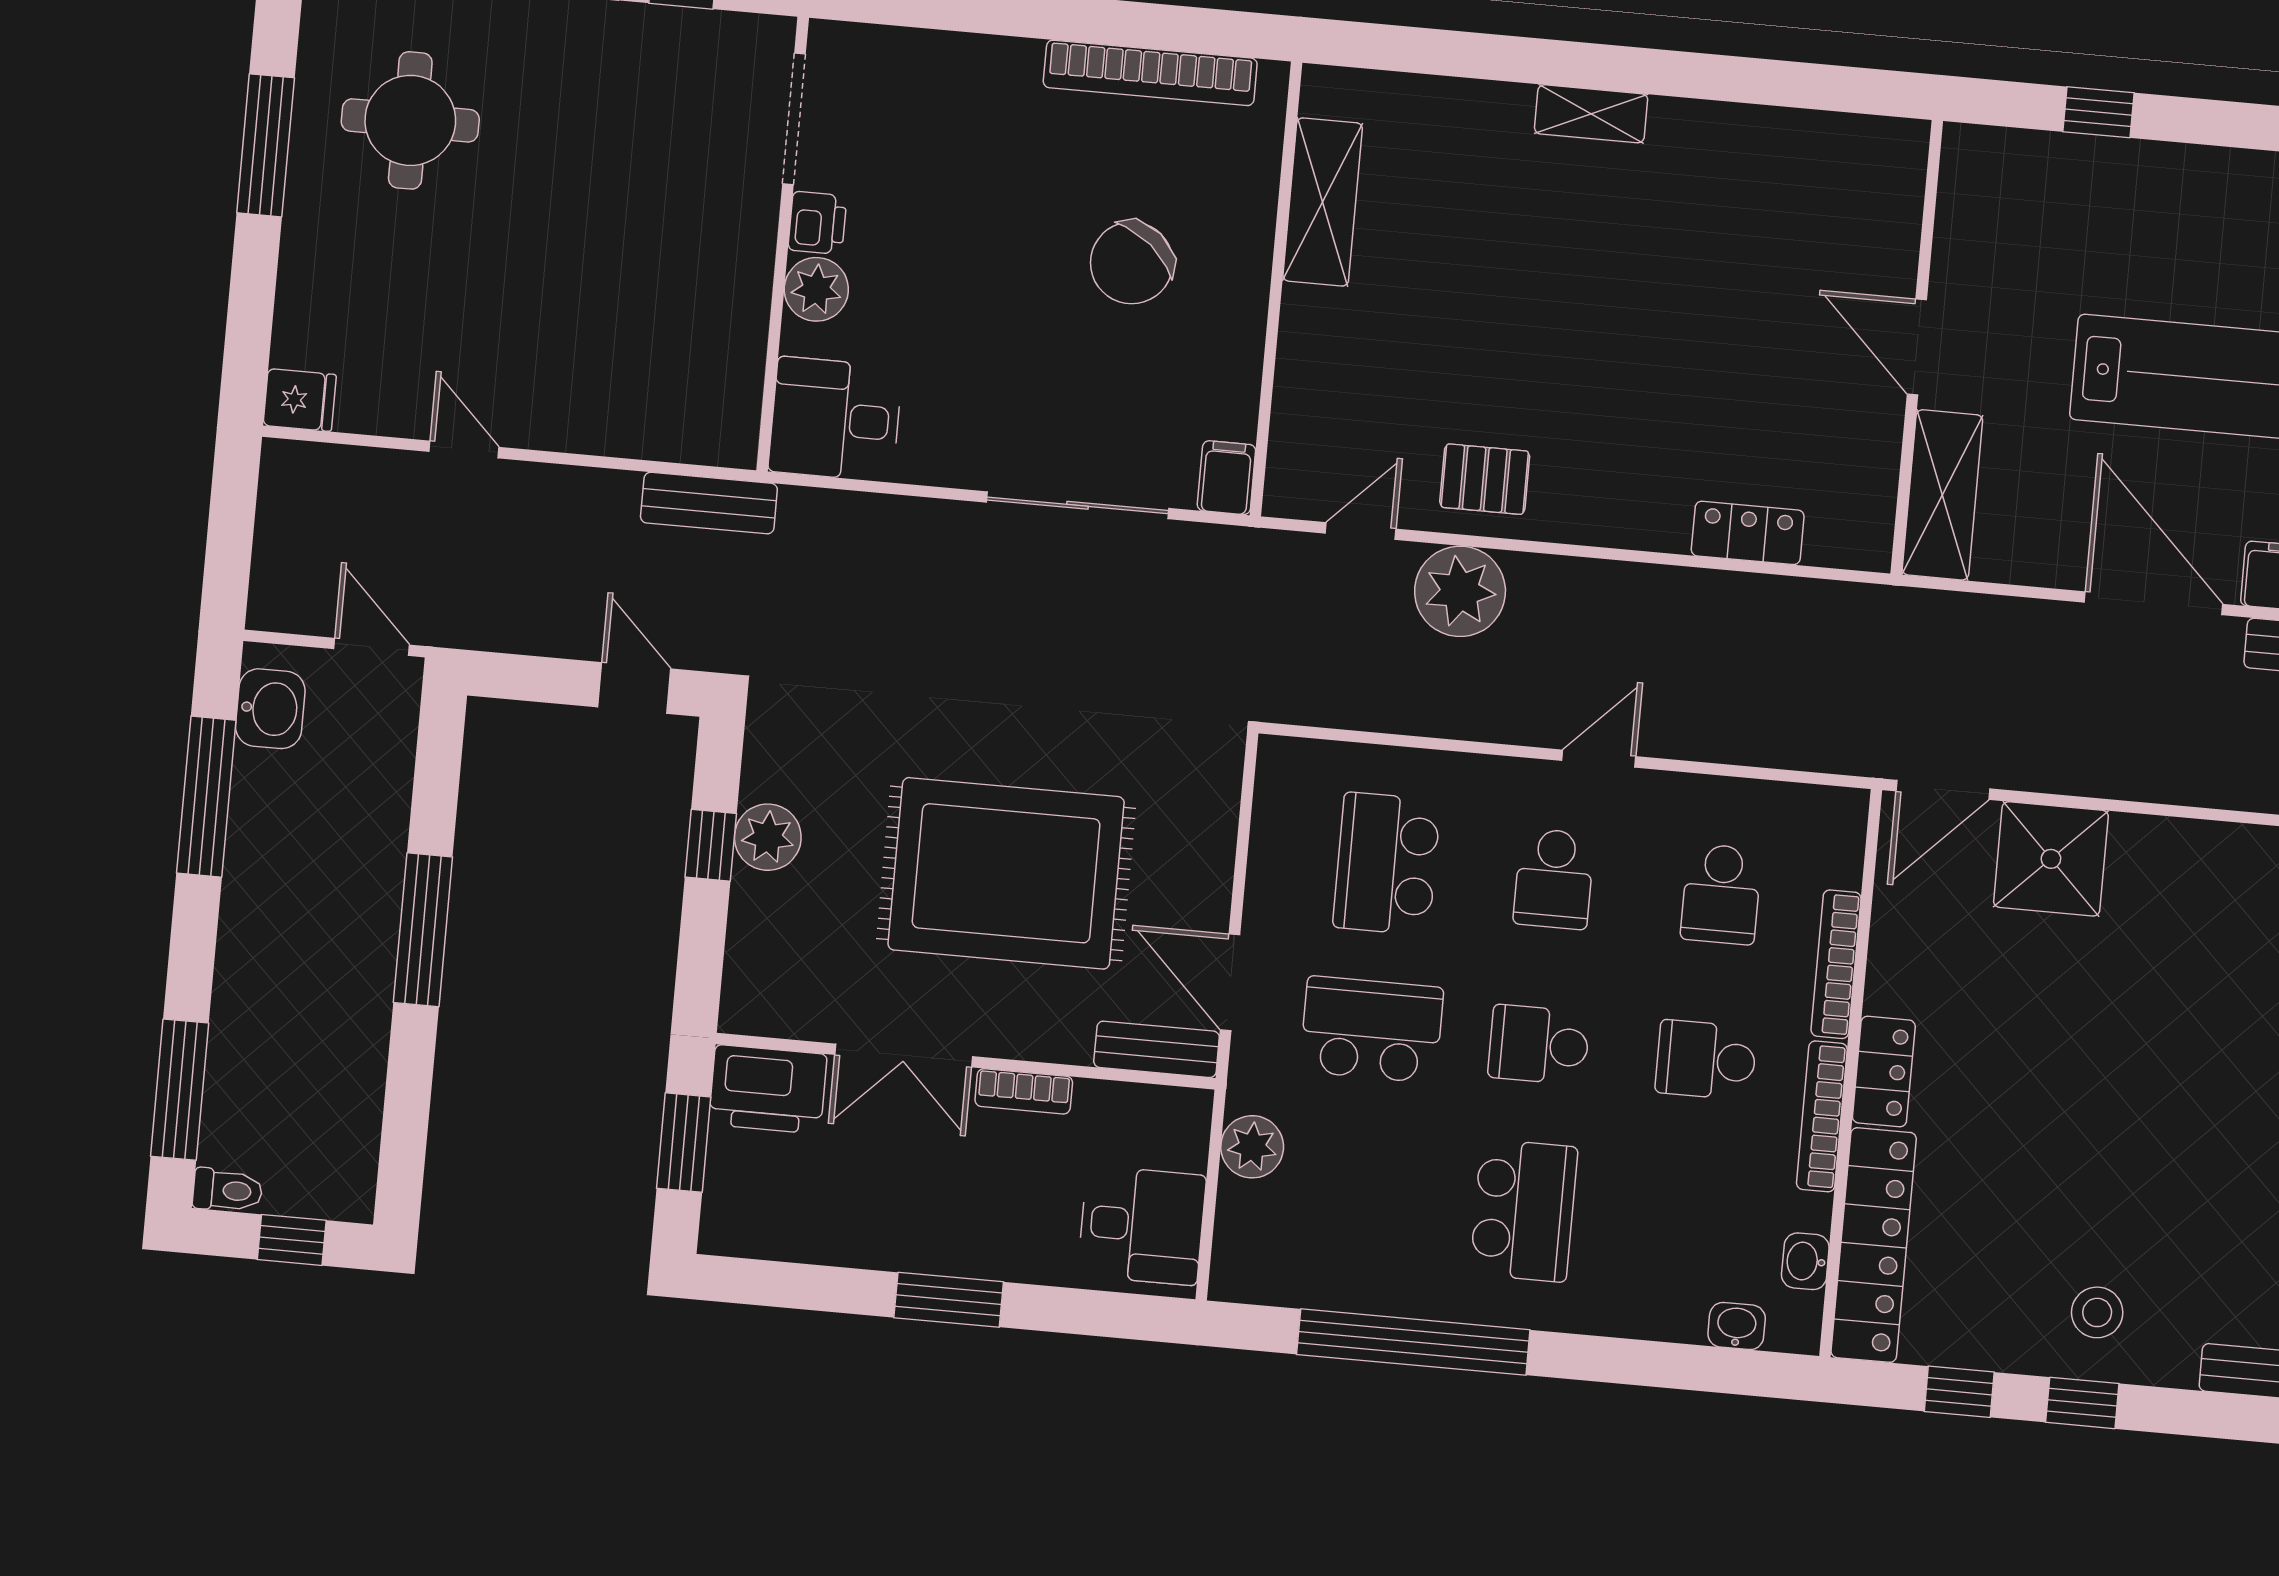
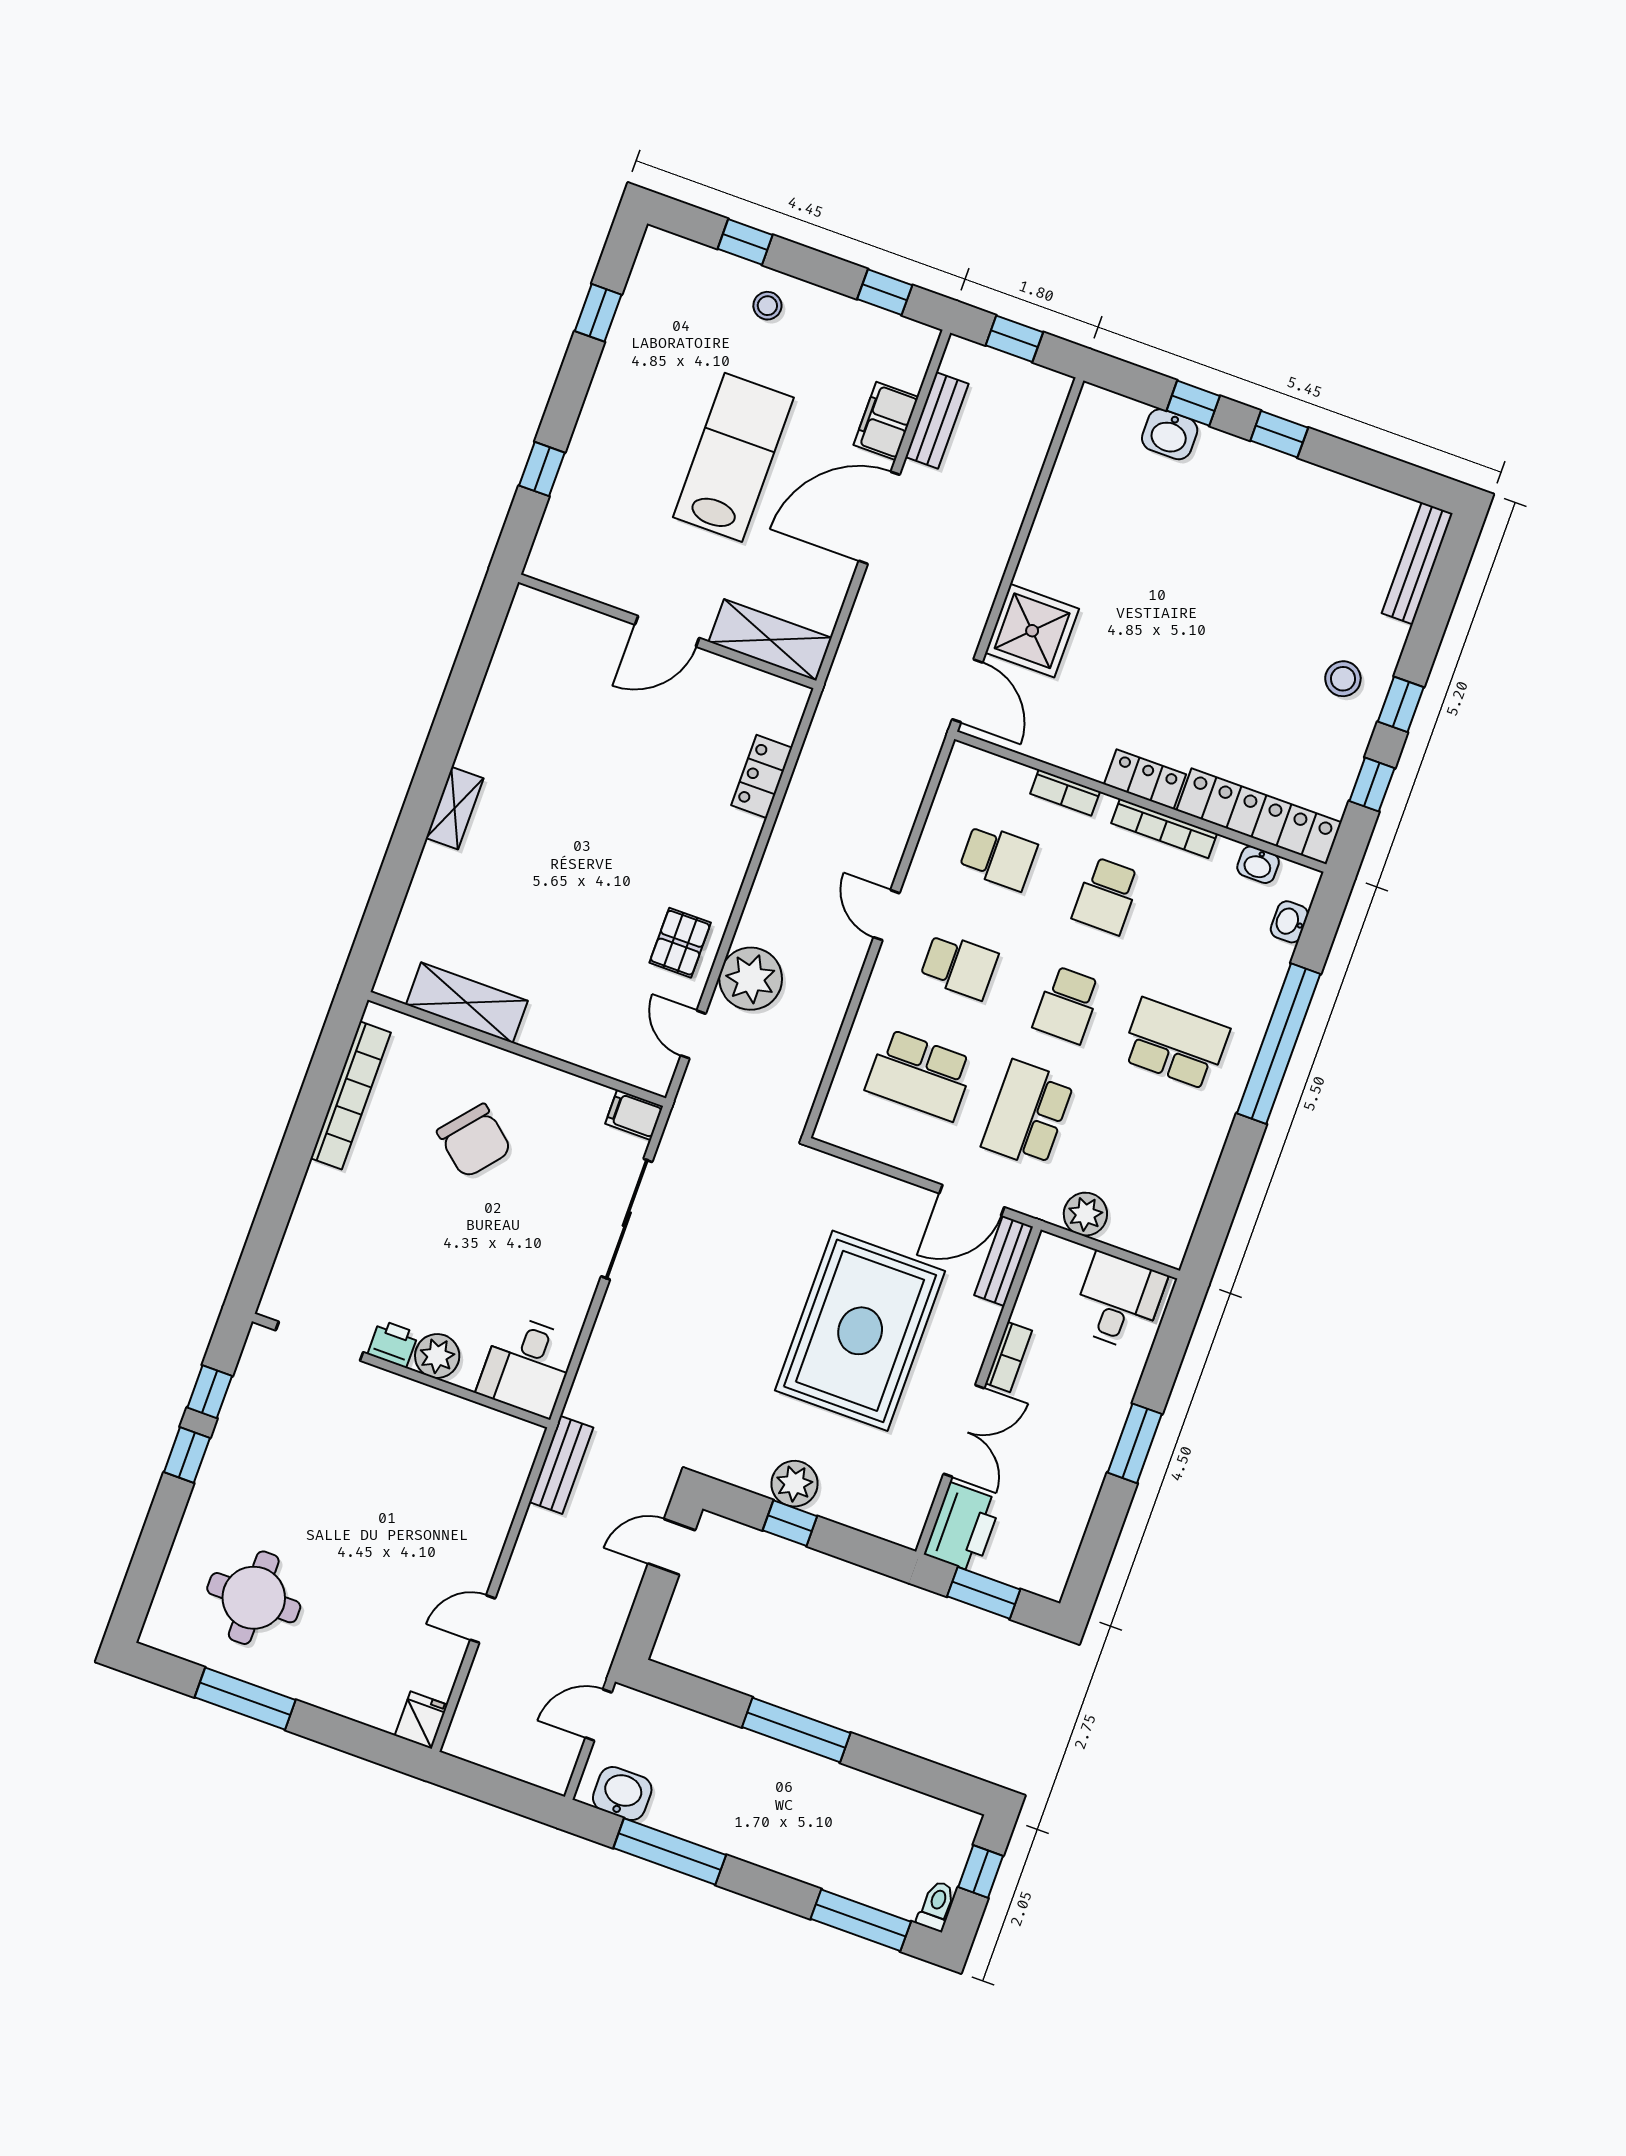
bookcase: (1836, 964) -> (1065, 793), width x0.64
window: (1413, 1342) -> (1279, 1044), moved

